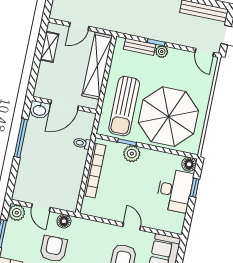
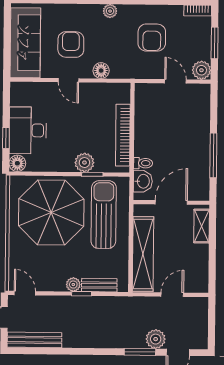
shelving: (49, 47) -> (202, 226), moved
washbasin: (39, 110) -> (143, 181), moved, turned 90
floor lamp: (64, 221) -> (101, 71), moved

